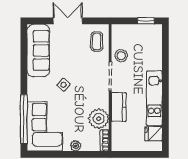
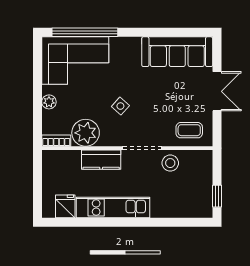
side table: (64, 85) -> (120, 106), moved

